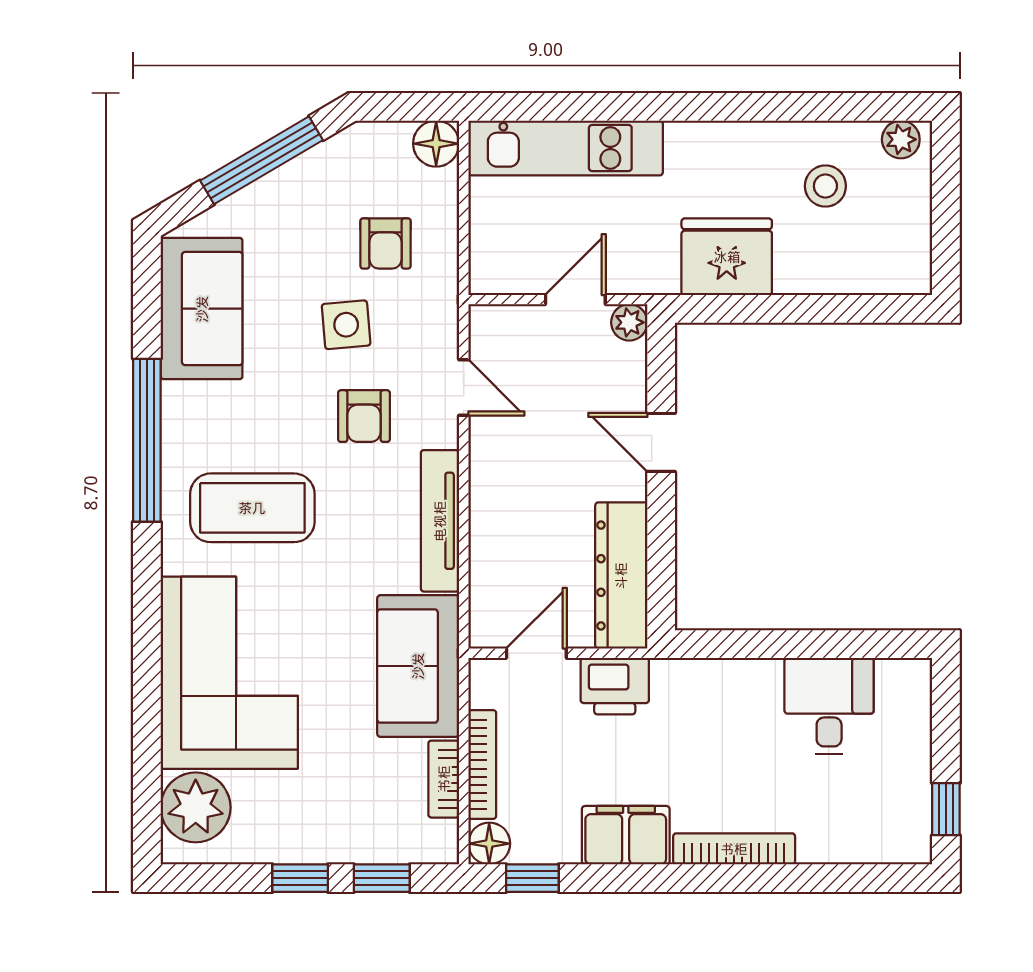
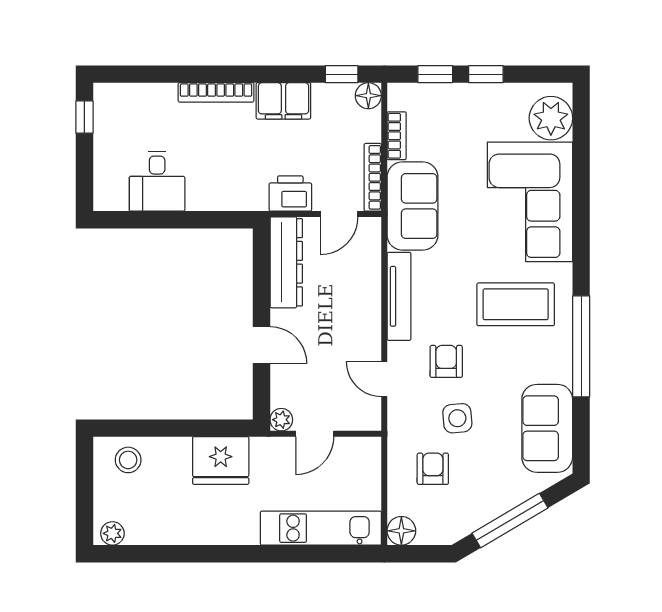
stool: (825, 186) -> (128, 460), moved
bookcase: (482, 765) -> (373, 177), moved

